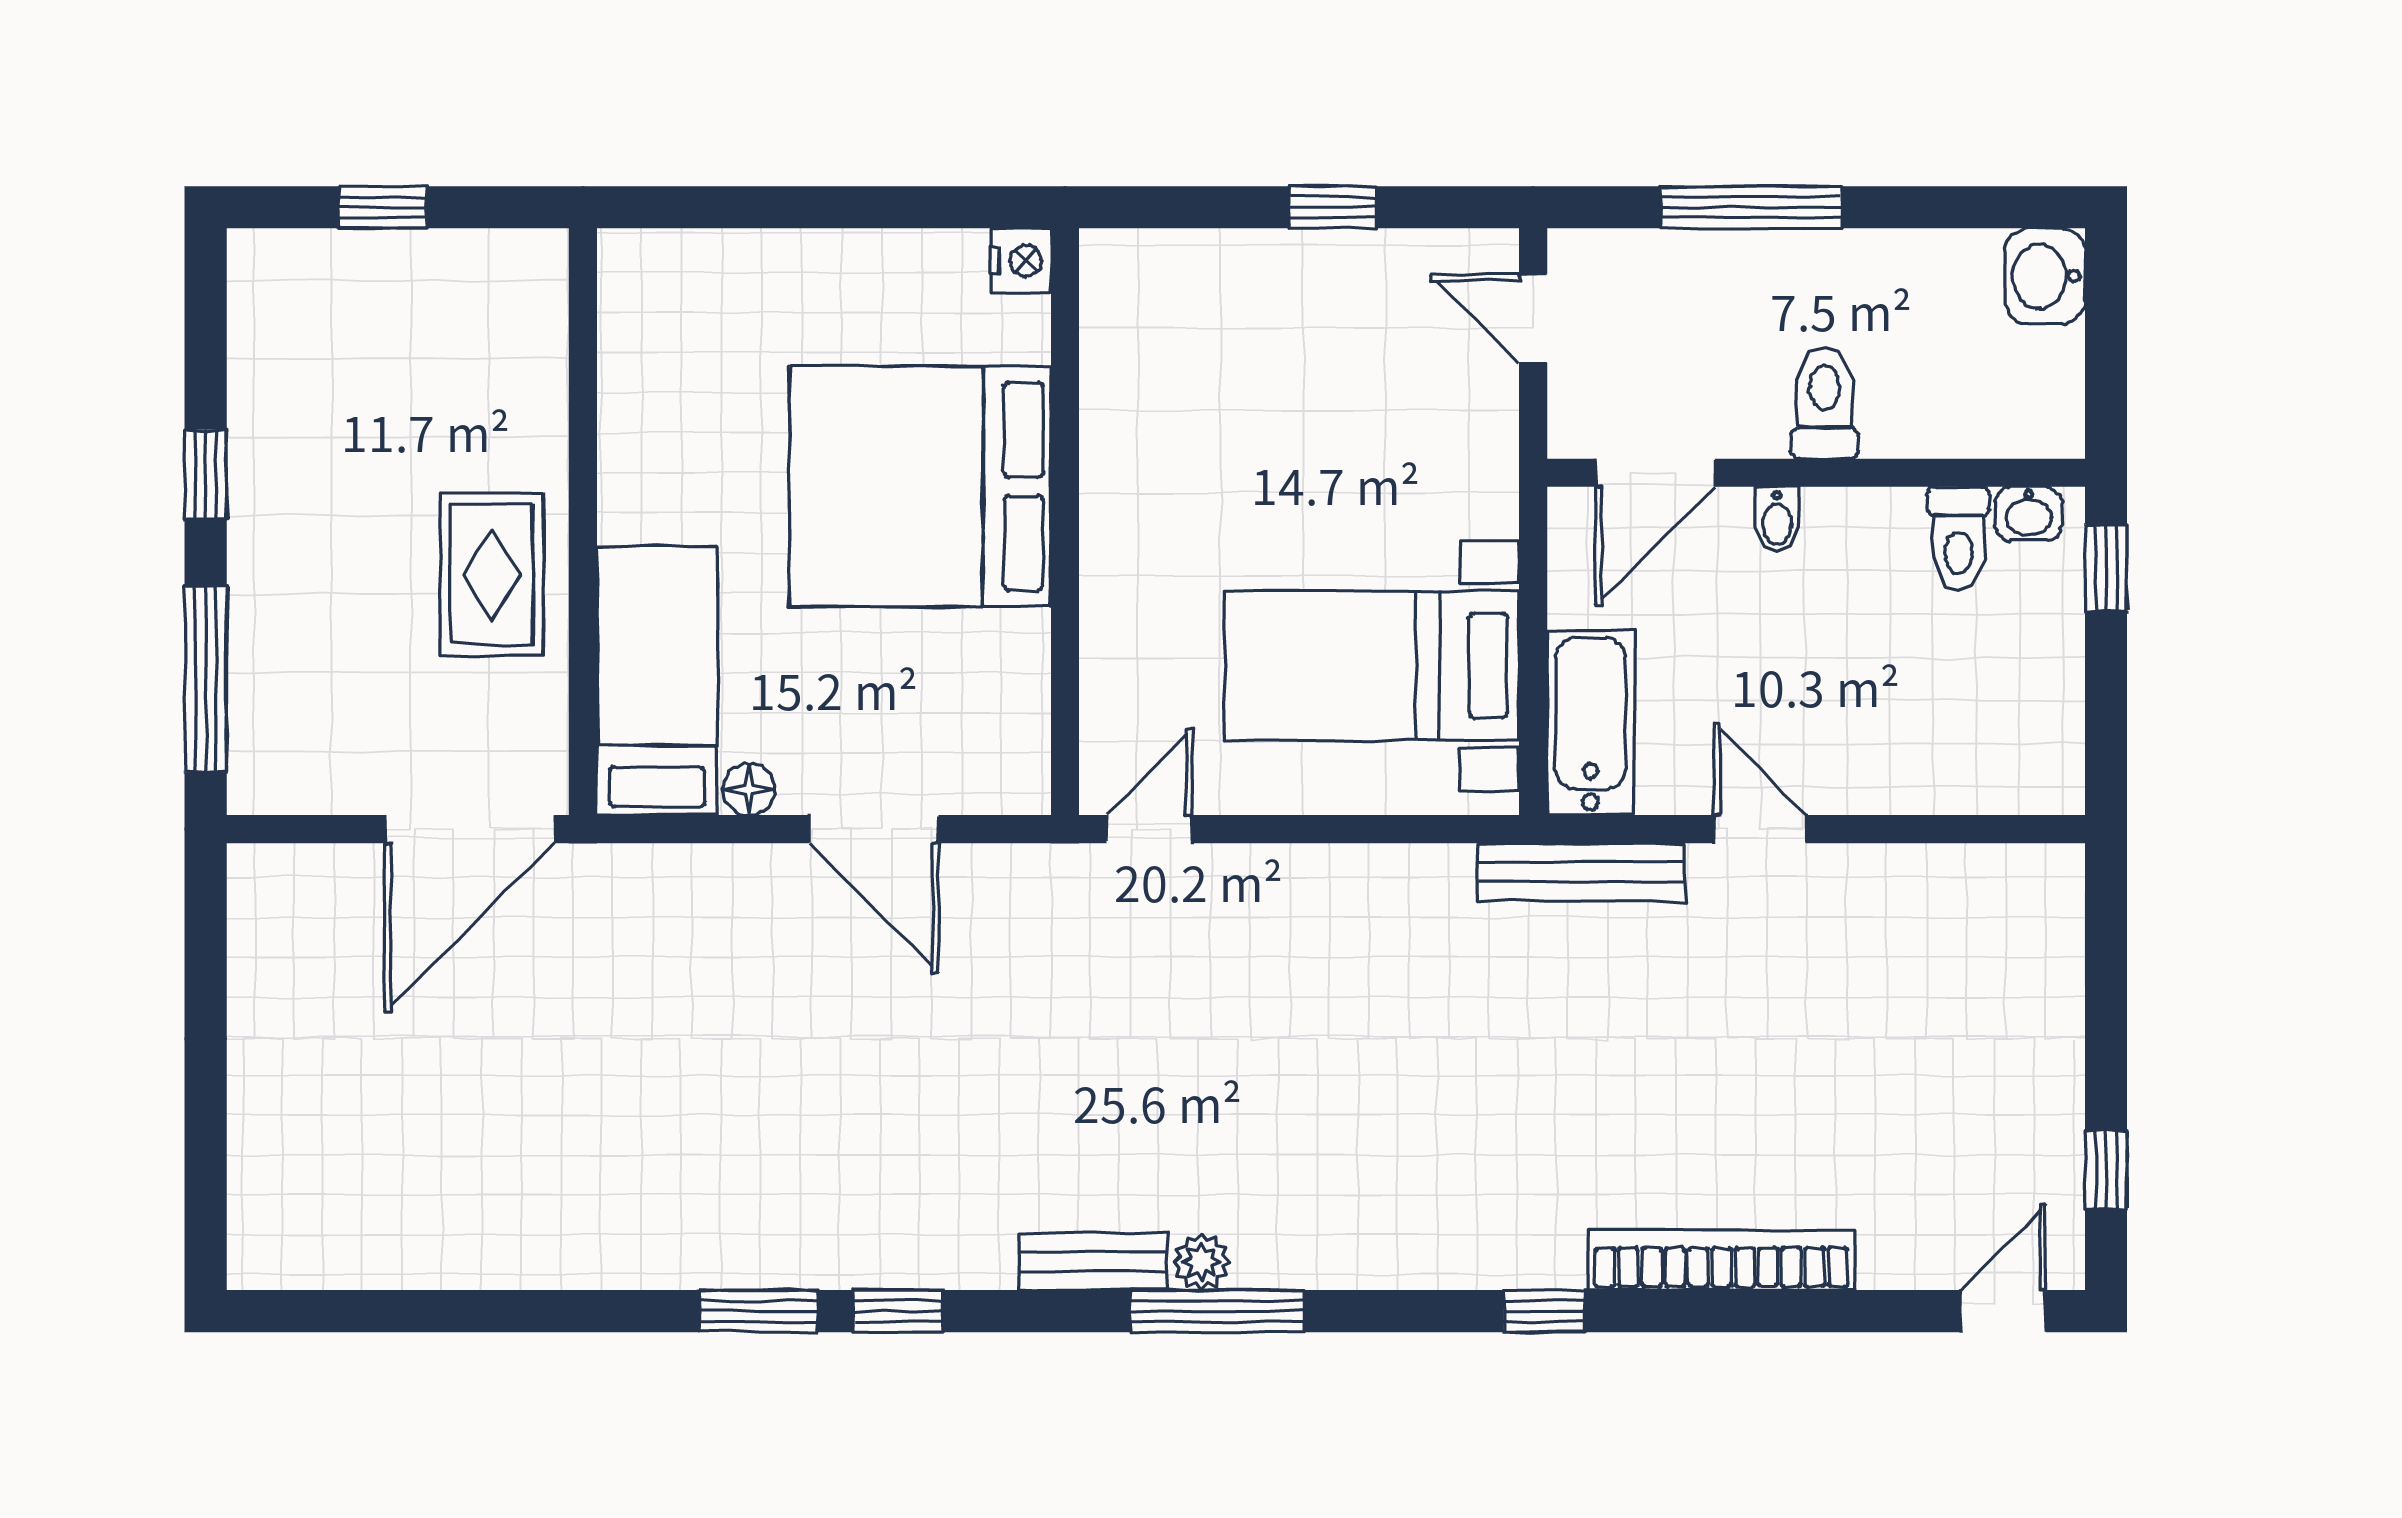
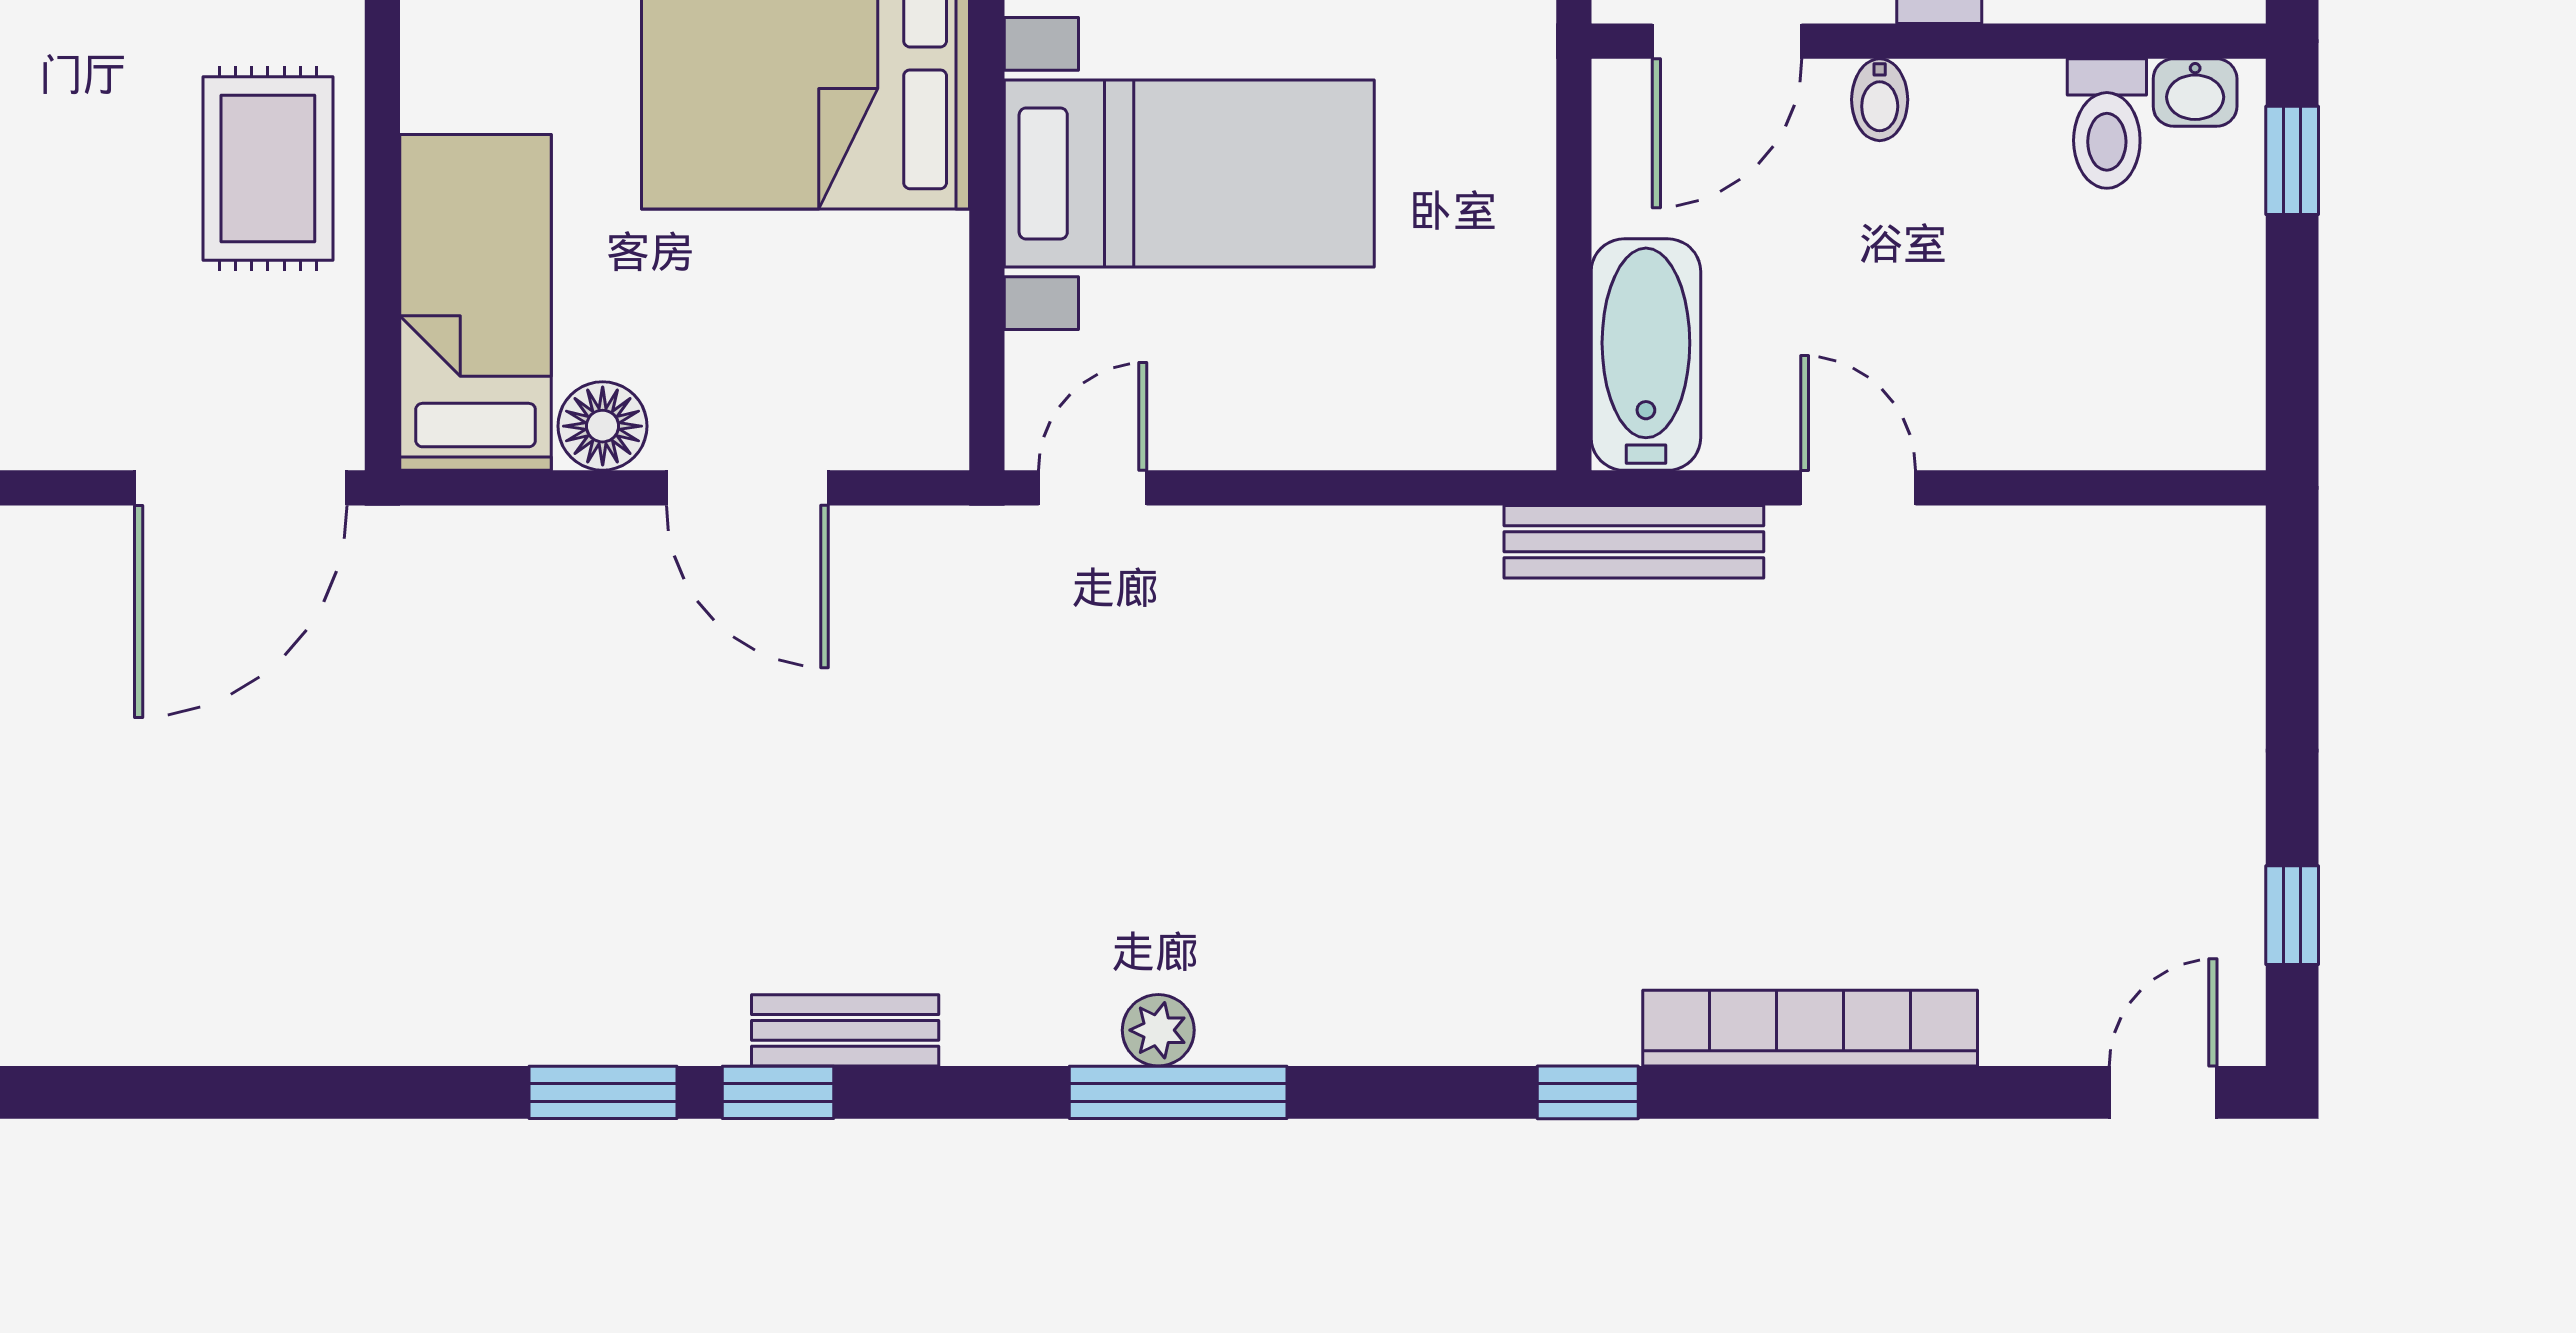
bed with nightstands: (1372, 666) -> (1189, 174), moved, turned 180
floor lamp: (749, 789) -> (603, 426), width x1.37, depth x1.37
bench: (1093, 1262) -> (845, 1030), moved

